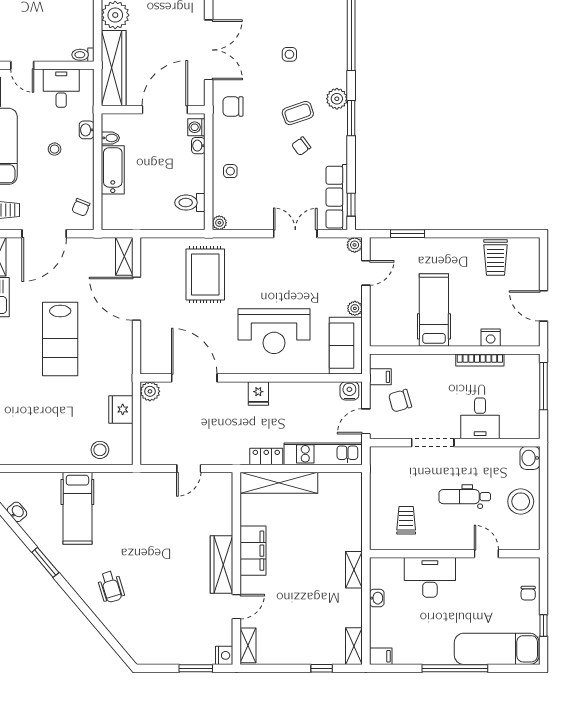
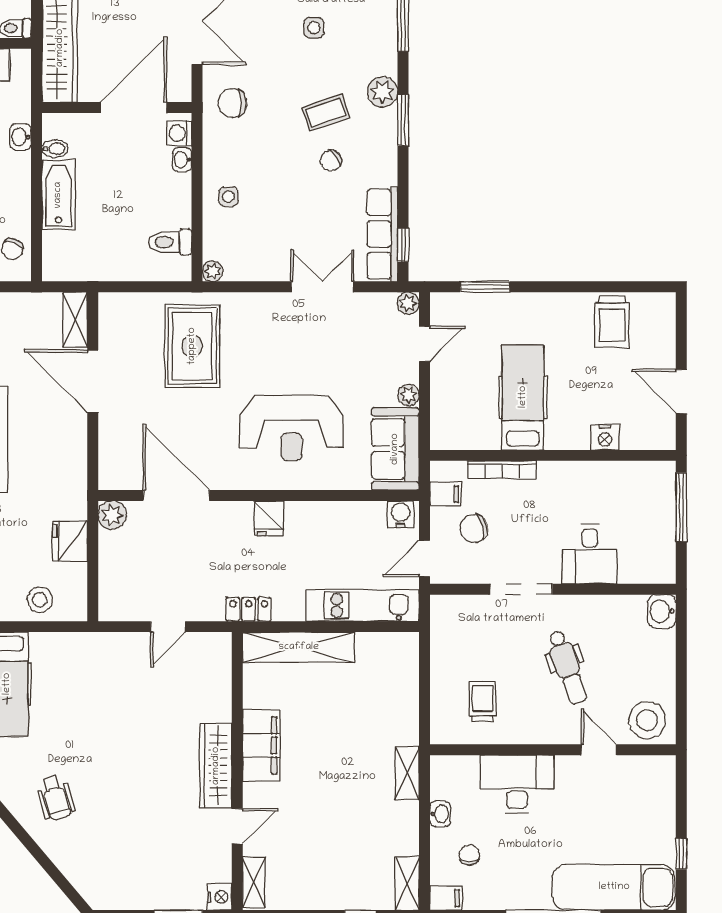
bookcase: (480, 360) -> (502, 470), moved
locker: (266, 457) -> (249, 609), moved
dental chair: (465, 497) -> (567, 667), turned -109
stool: (521, 501) -> (647, 720), moved
chair: (528, 593) -> (469, 855), moved, turned 180

